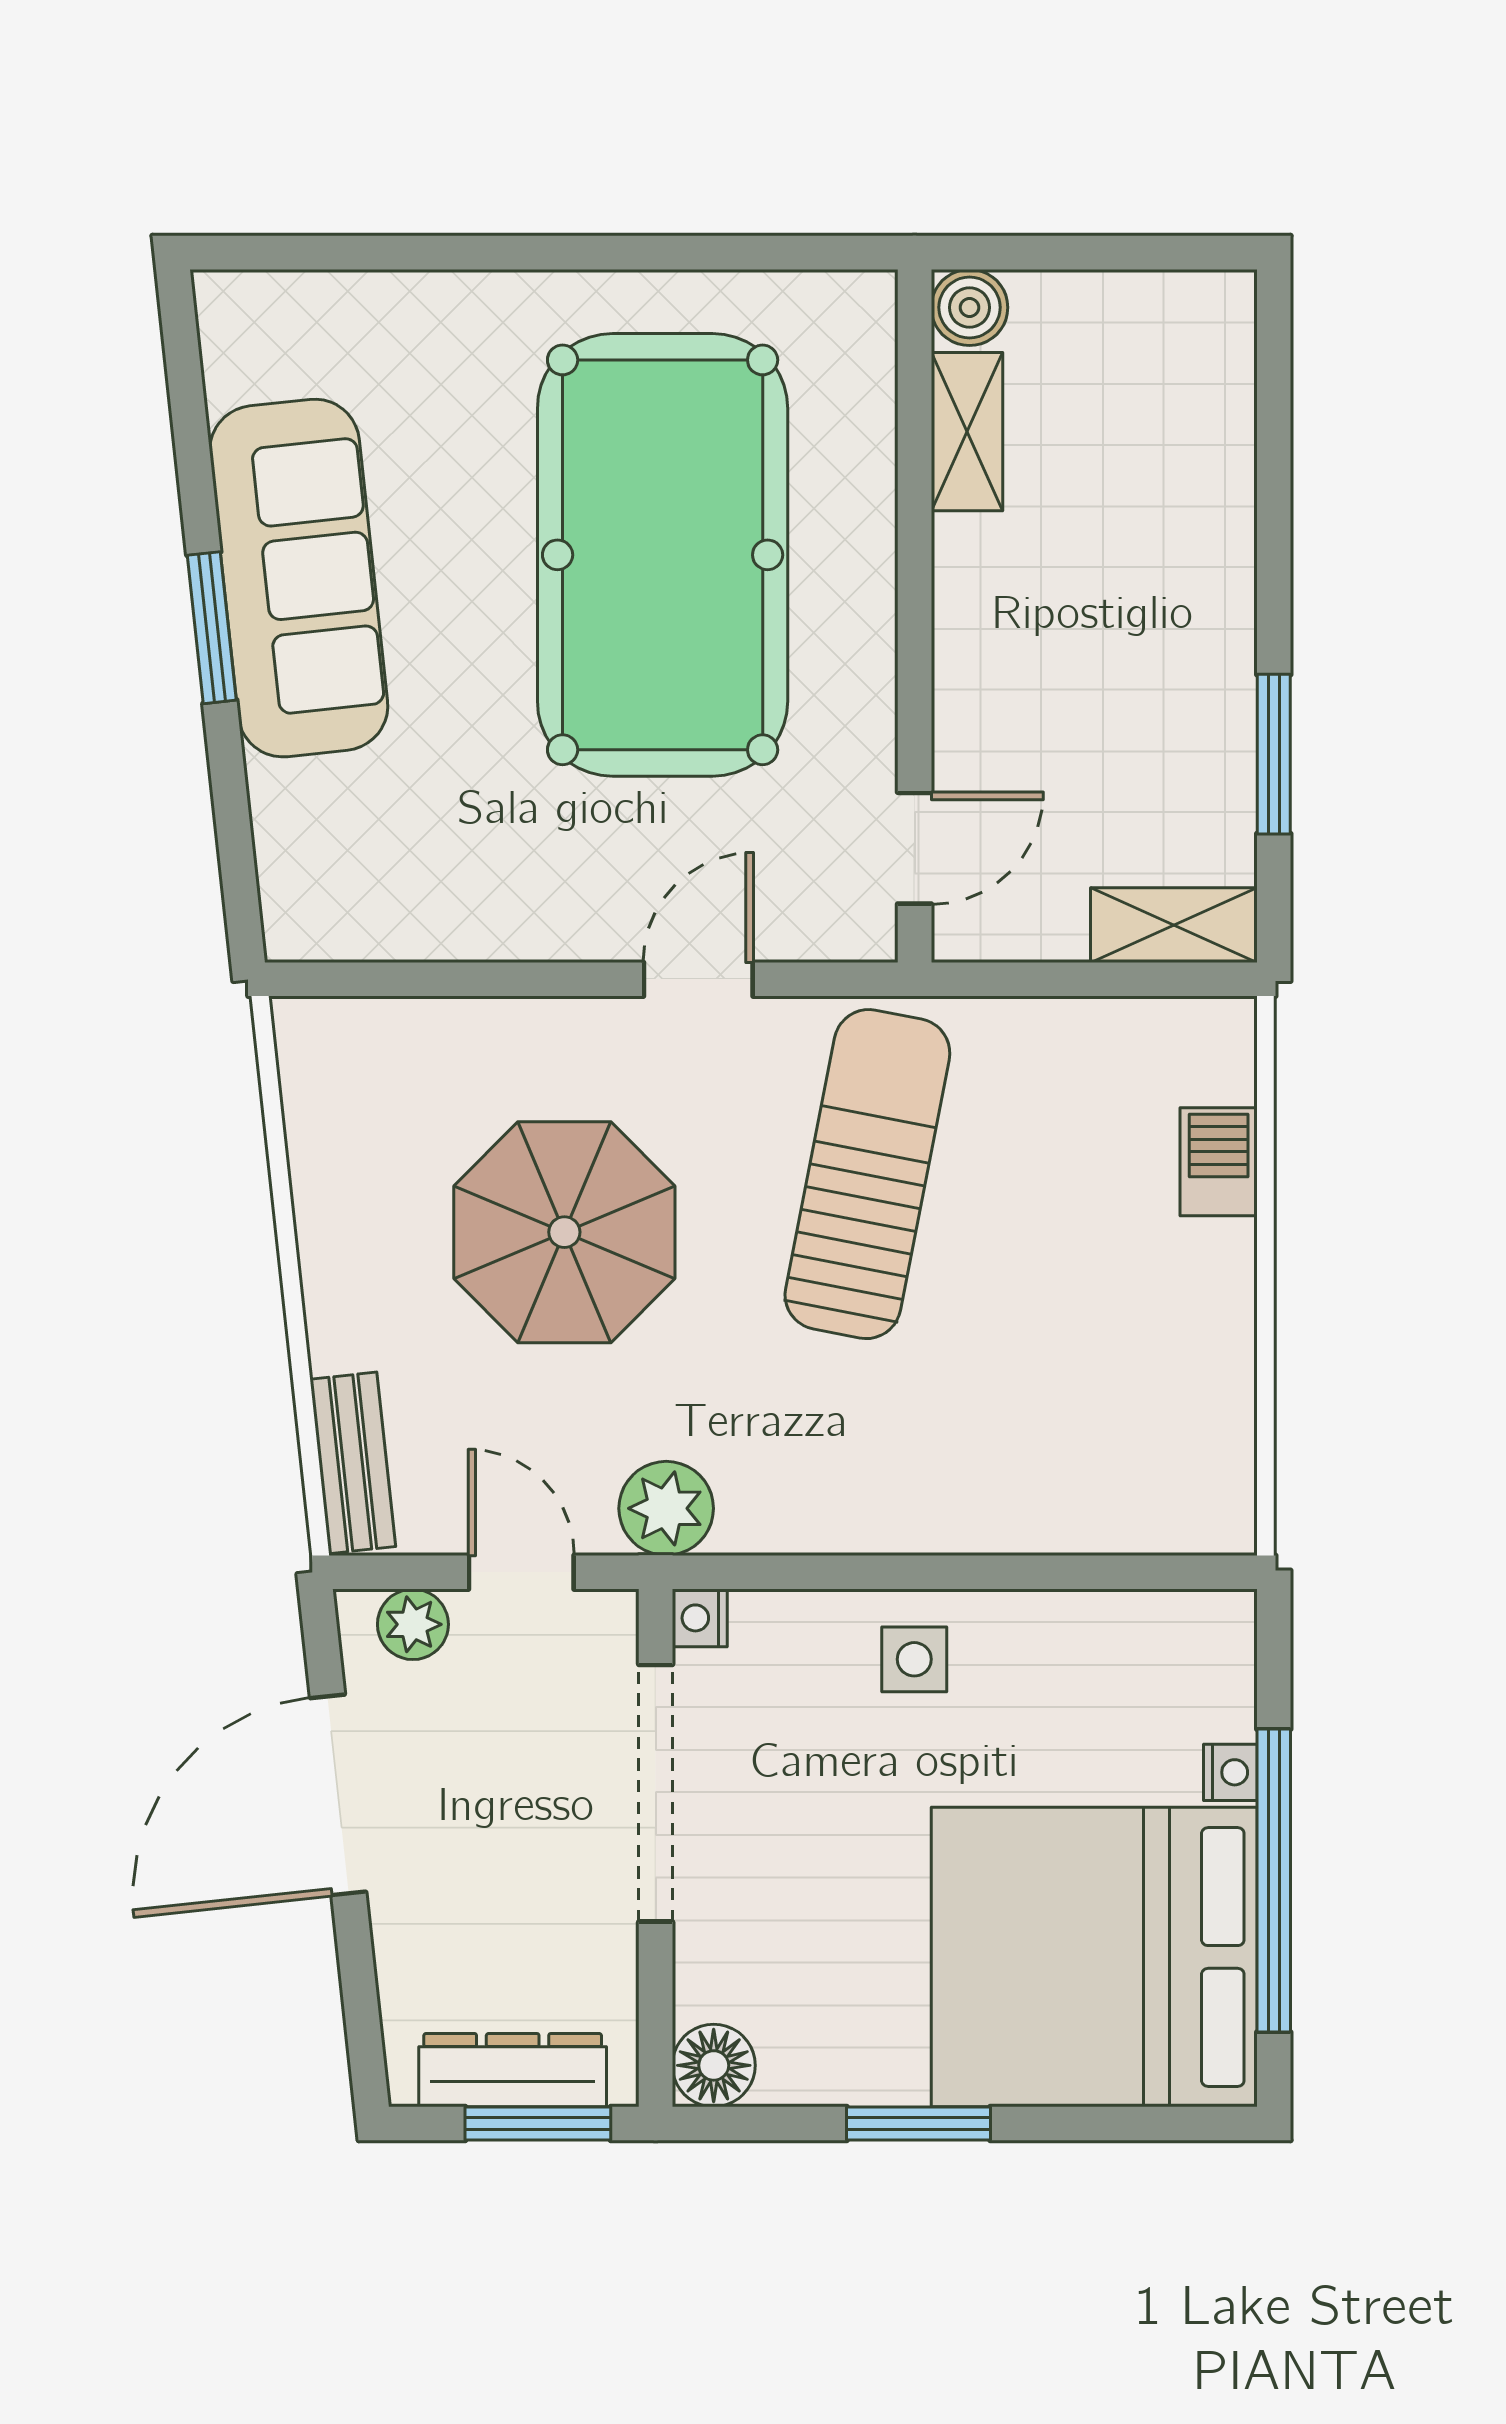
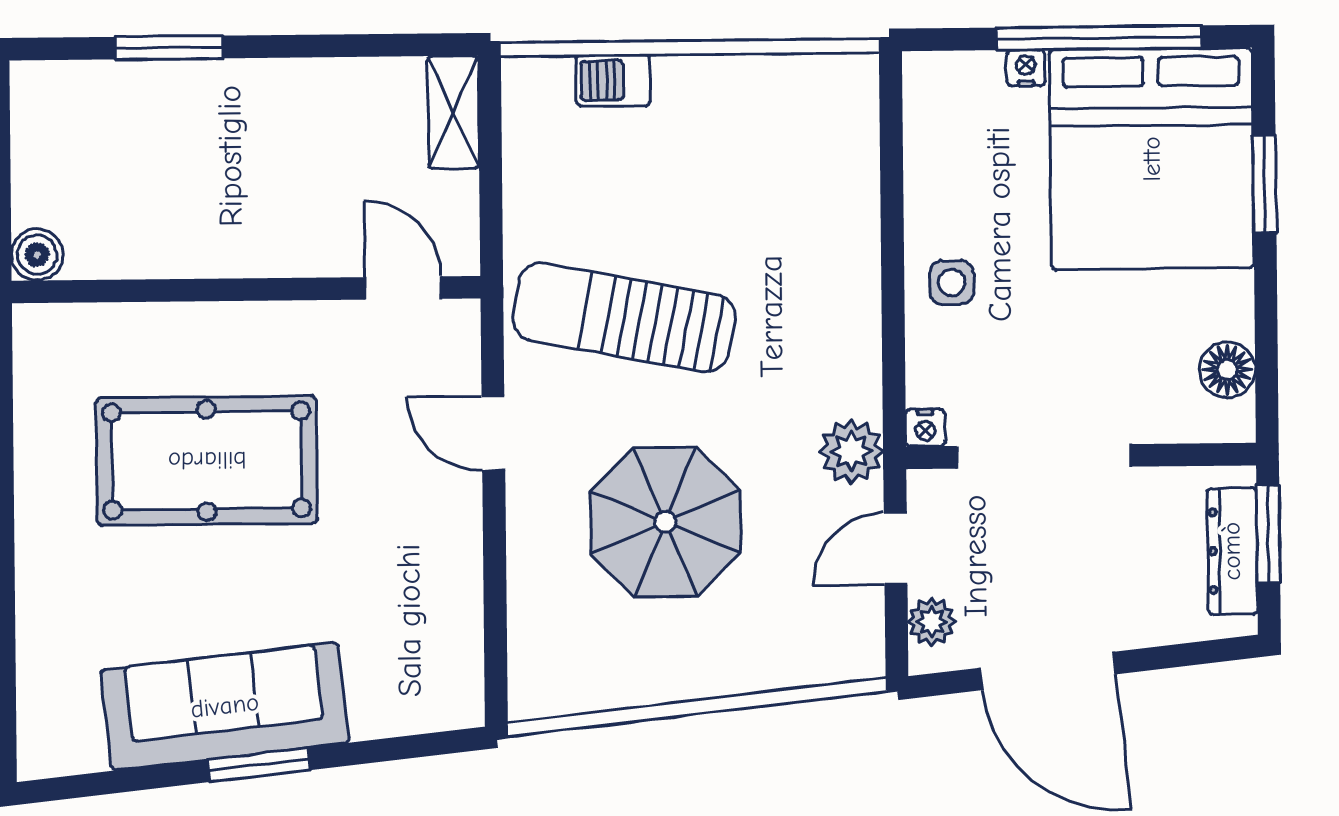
shelving: (967, 432) -> (121, 256), removed
pool table: (663, 555) -> (207, 460), width x0.73, depth x0.76
window: (1274, 754) -> (169, 48), moved
bench: (353, 1463) -> (823, 664), removed
floor lamp: (714, 2065) -> (1227, 370), moved
window: (918, 2123) -> (1265, 184), moved

